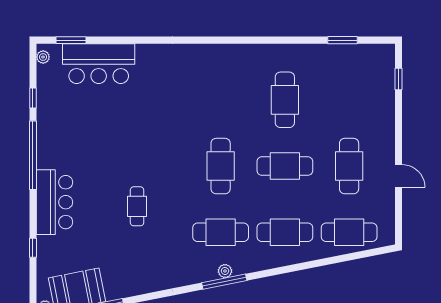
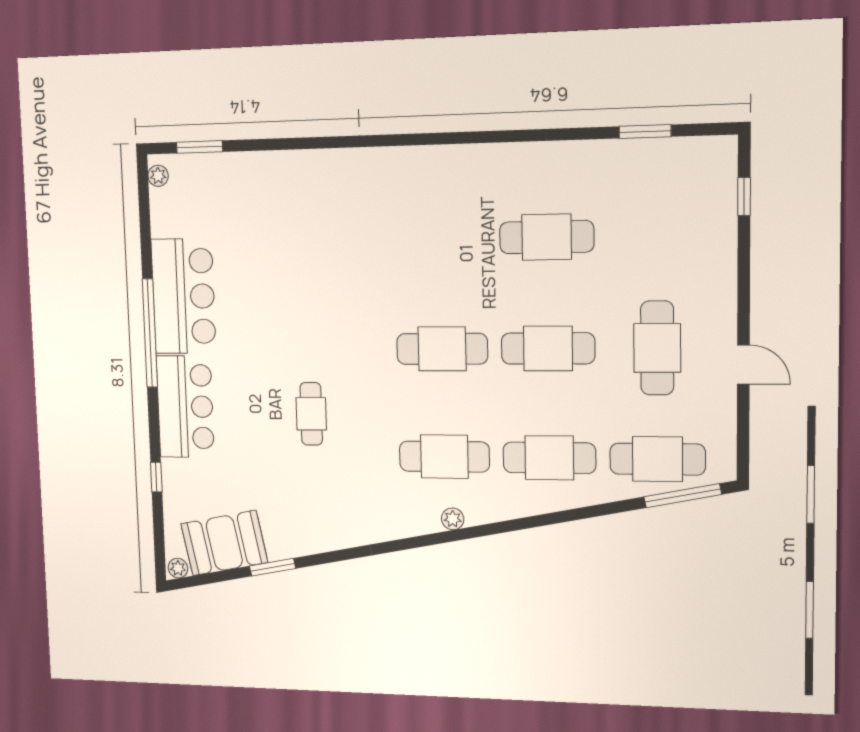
bar counter: (99, 64) -> (183, 296), moved, turned -90
window: (33, 98) -> (146, 242), removed
cafe table: (285, 100) -> (547, 237), turned 90
cafe table: (221, 166) -> (442, 349), turned 90
window: (224, 282) -> (683, 496), moved

